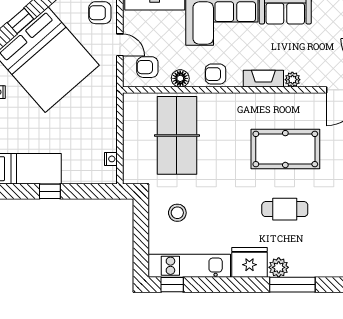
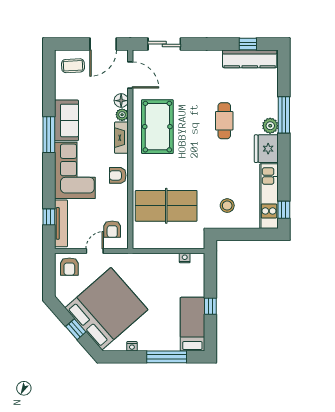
armchair: (215, 74) -> (118, 175), turned 90
floor lamp: (180, 78) -> (121, 101), moved
pool table: (285, 149) -> (157, 127), moved

